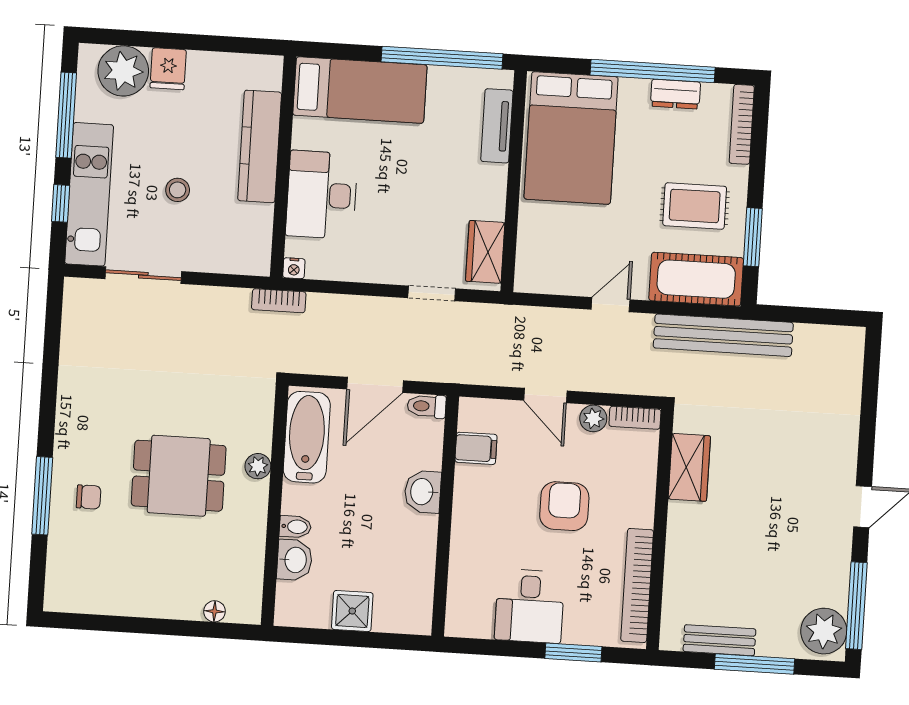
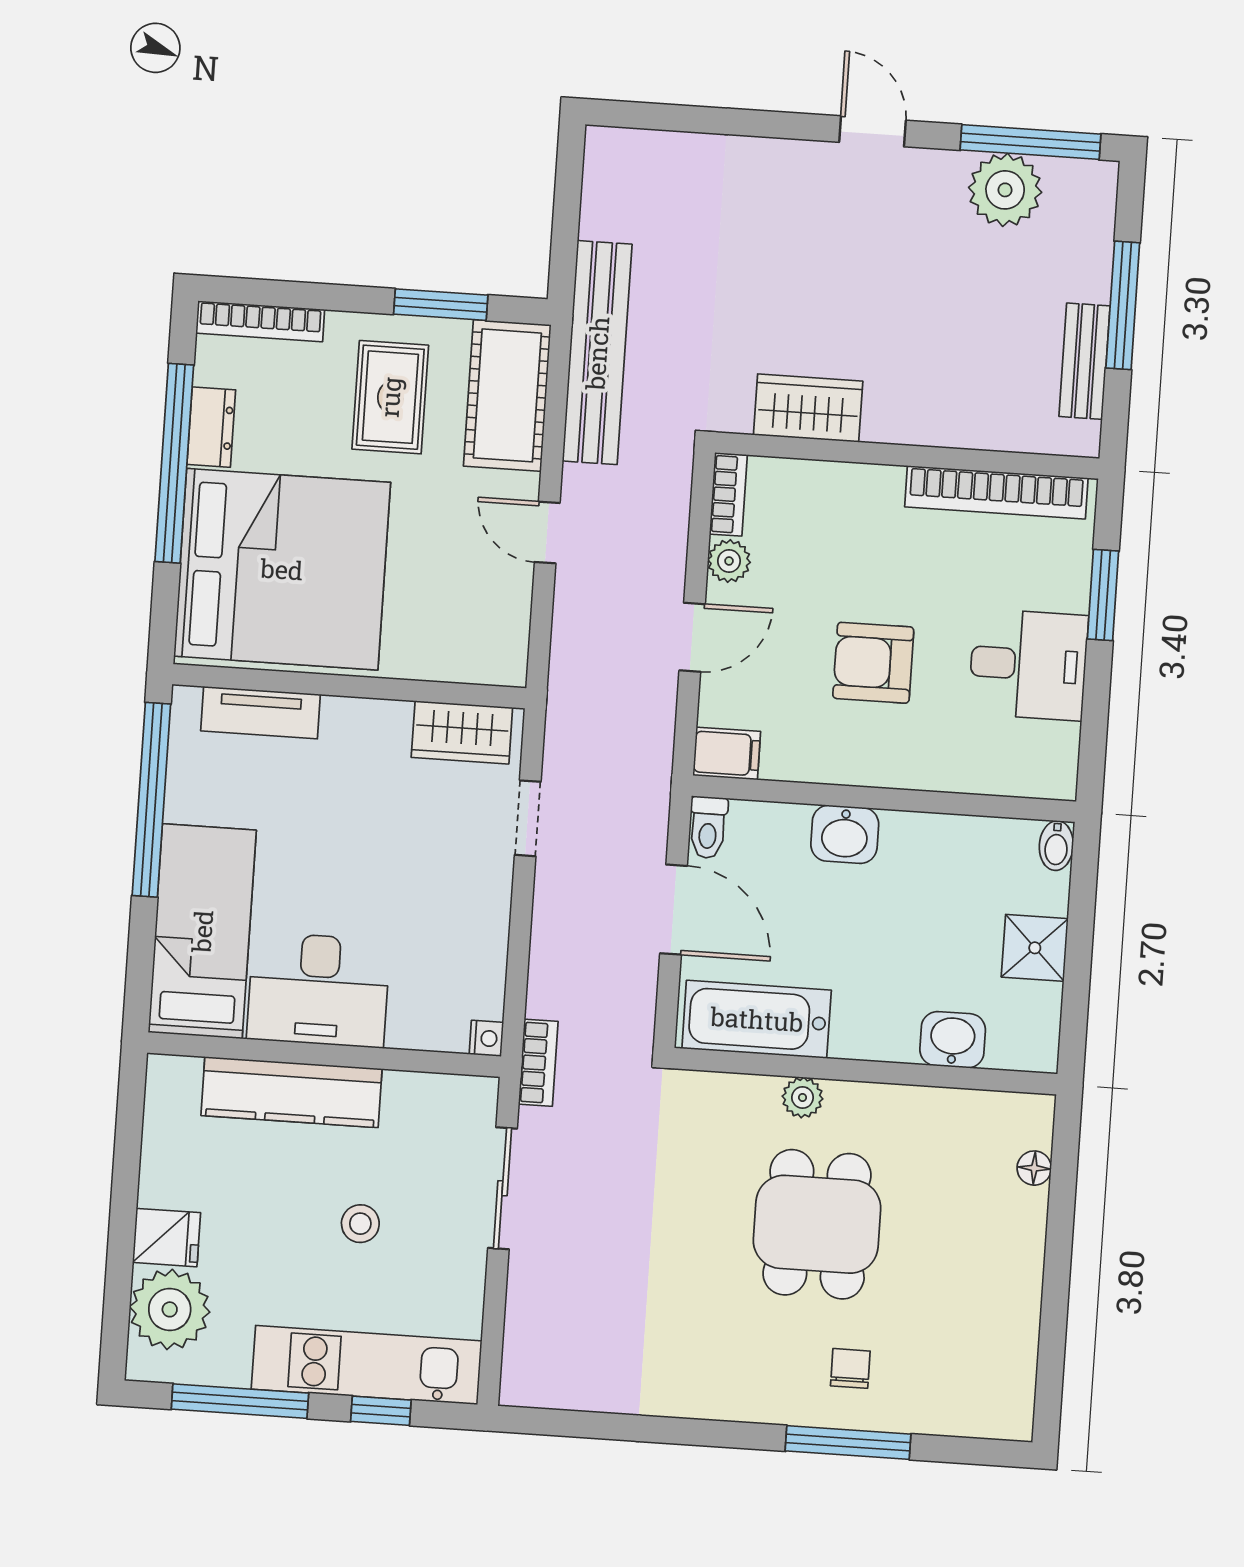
bed: (571, 138) -> (282, 569), width x1.36
desk: (322, 195) -> (318, 990), moved
sliding door: (143, 275) -> (502, 1188), moved
filing cabinet: (476, 448) -> (727, 754), moved, turned 90
armchair: (564, 506) -> (873, 663), moved
bidet: (295, 527) -> (1056, 846), moved, turned 180
plant: (824, 631) -> (1005, 190), moved

